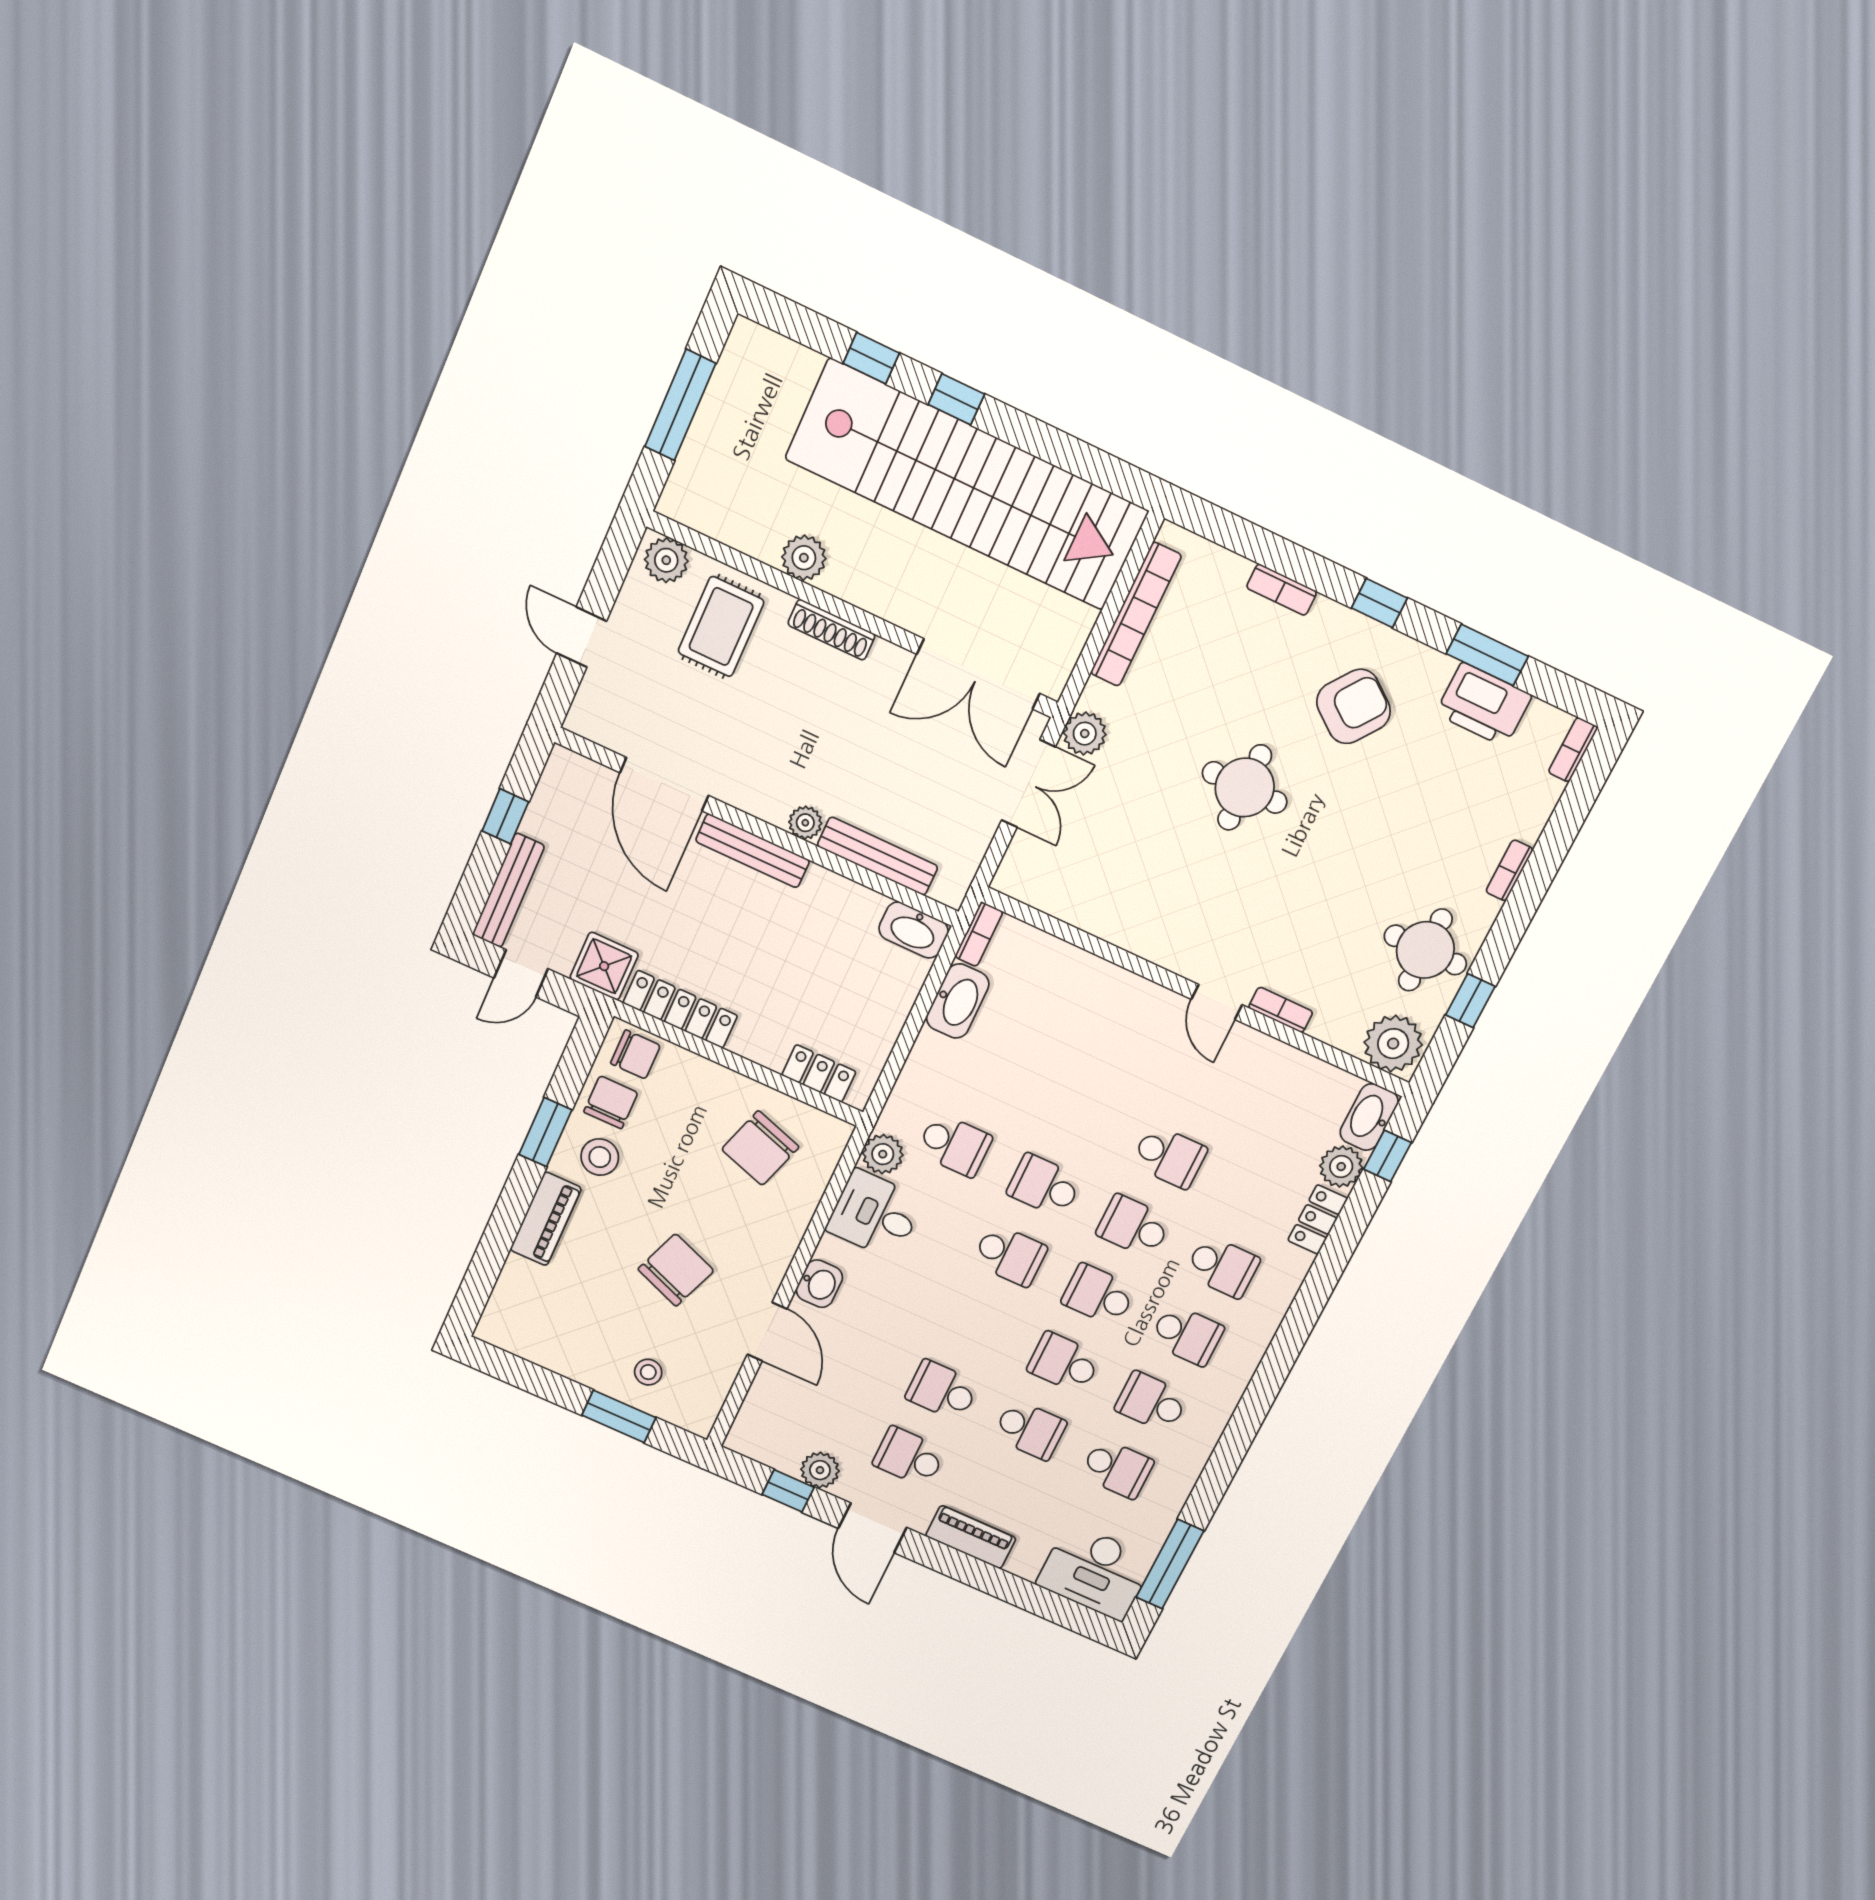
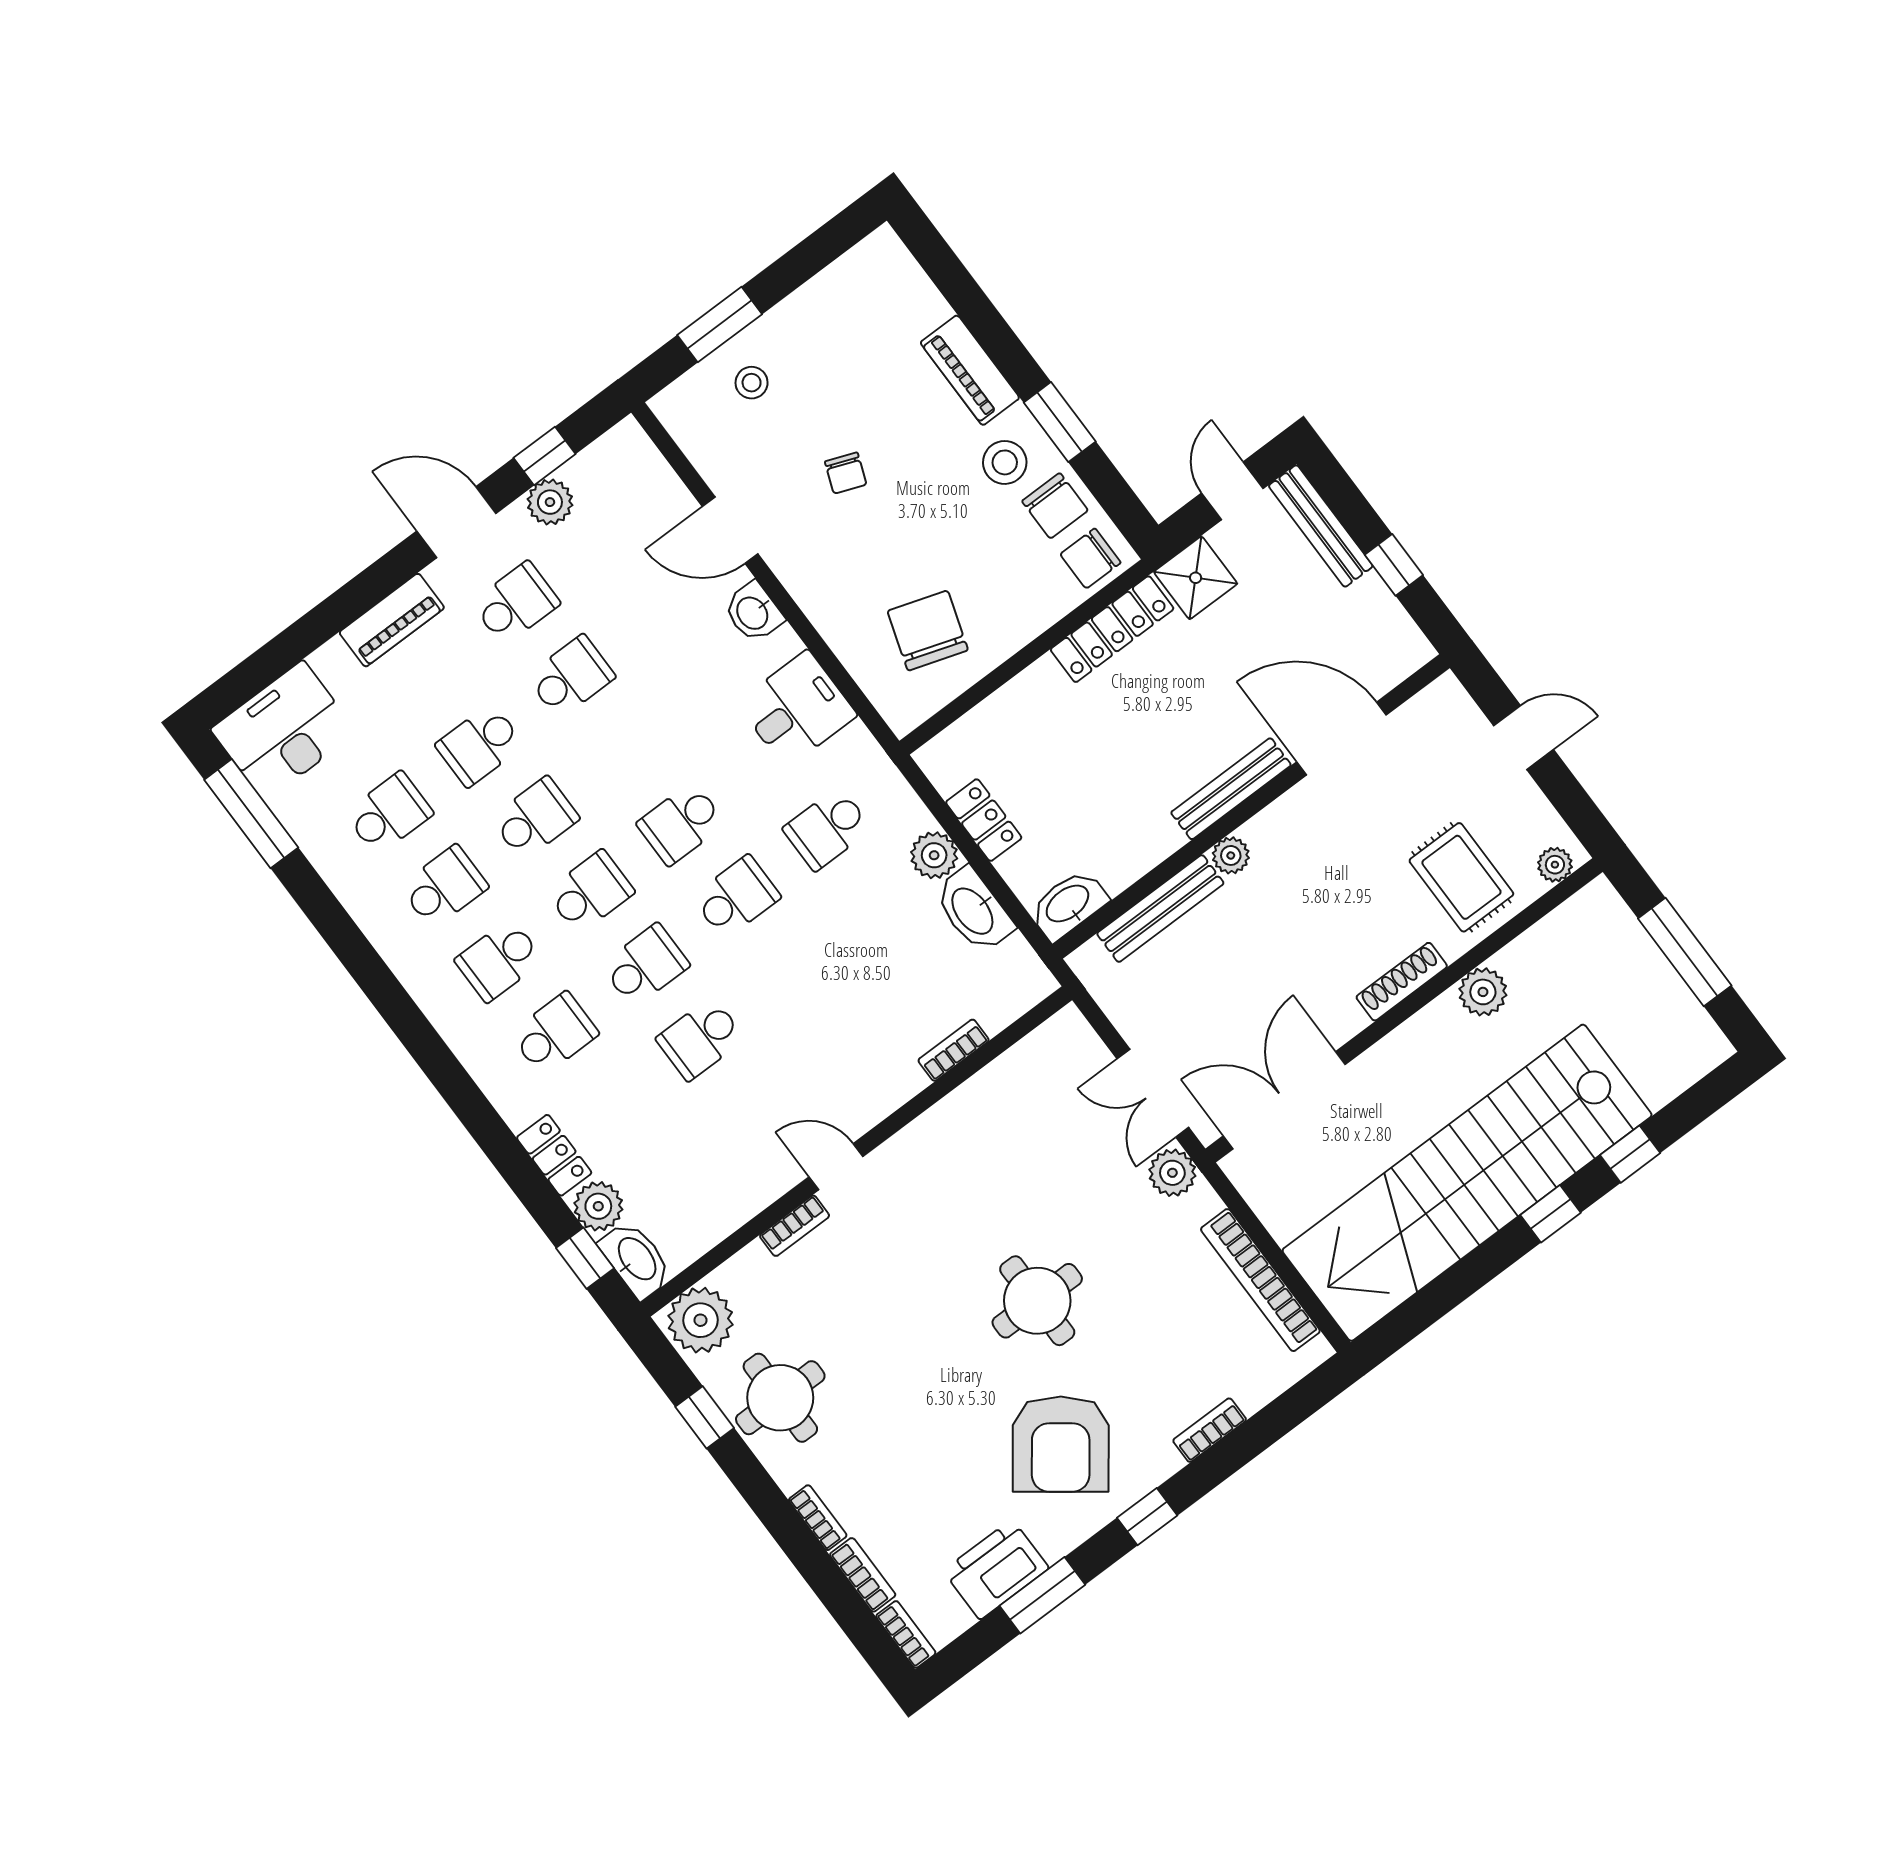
plant: (666, 560) -> (1555, 865), width x0.73, depth x0.73
armchair: (1353, 706) -> (1061, 1444), width x1.36, depth x1.36
bookcase: (1540, 810) -> (863, 1575), added
bookcase: (979, 934) -> (954, 1050), moved, turned 90
locker: (819, 1073) -> (984, 820), moved, turned -90
plant: (883, 1154) -> (934, 855), moved
school desk: (1222, 1267) -> (554, 1034), turned 180
chair: (676, 1270) -> (846, 473), width x0.54, depth x0.54
school desk: (1117, 1468) -> (389, 813), turned 180

